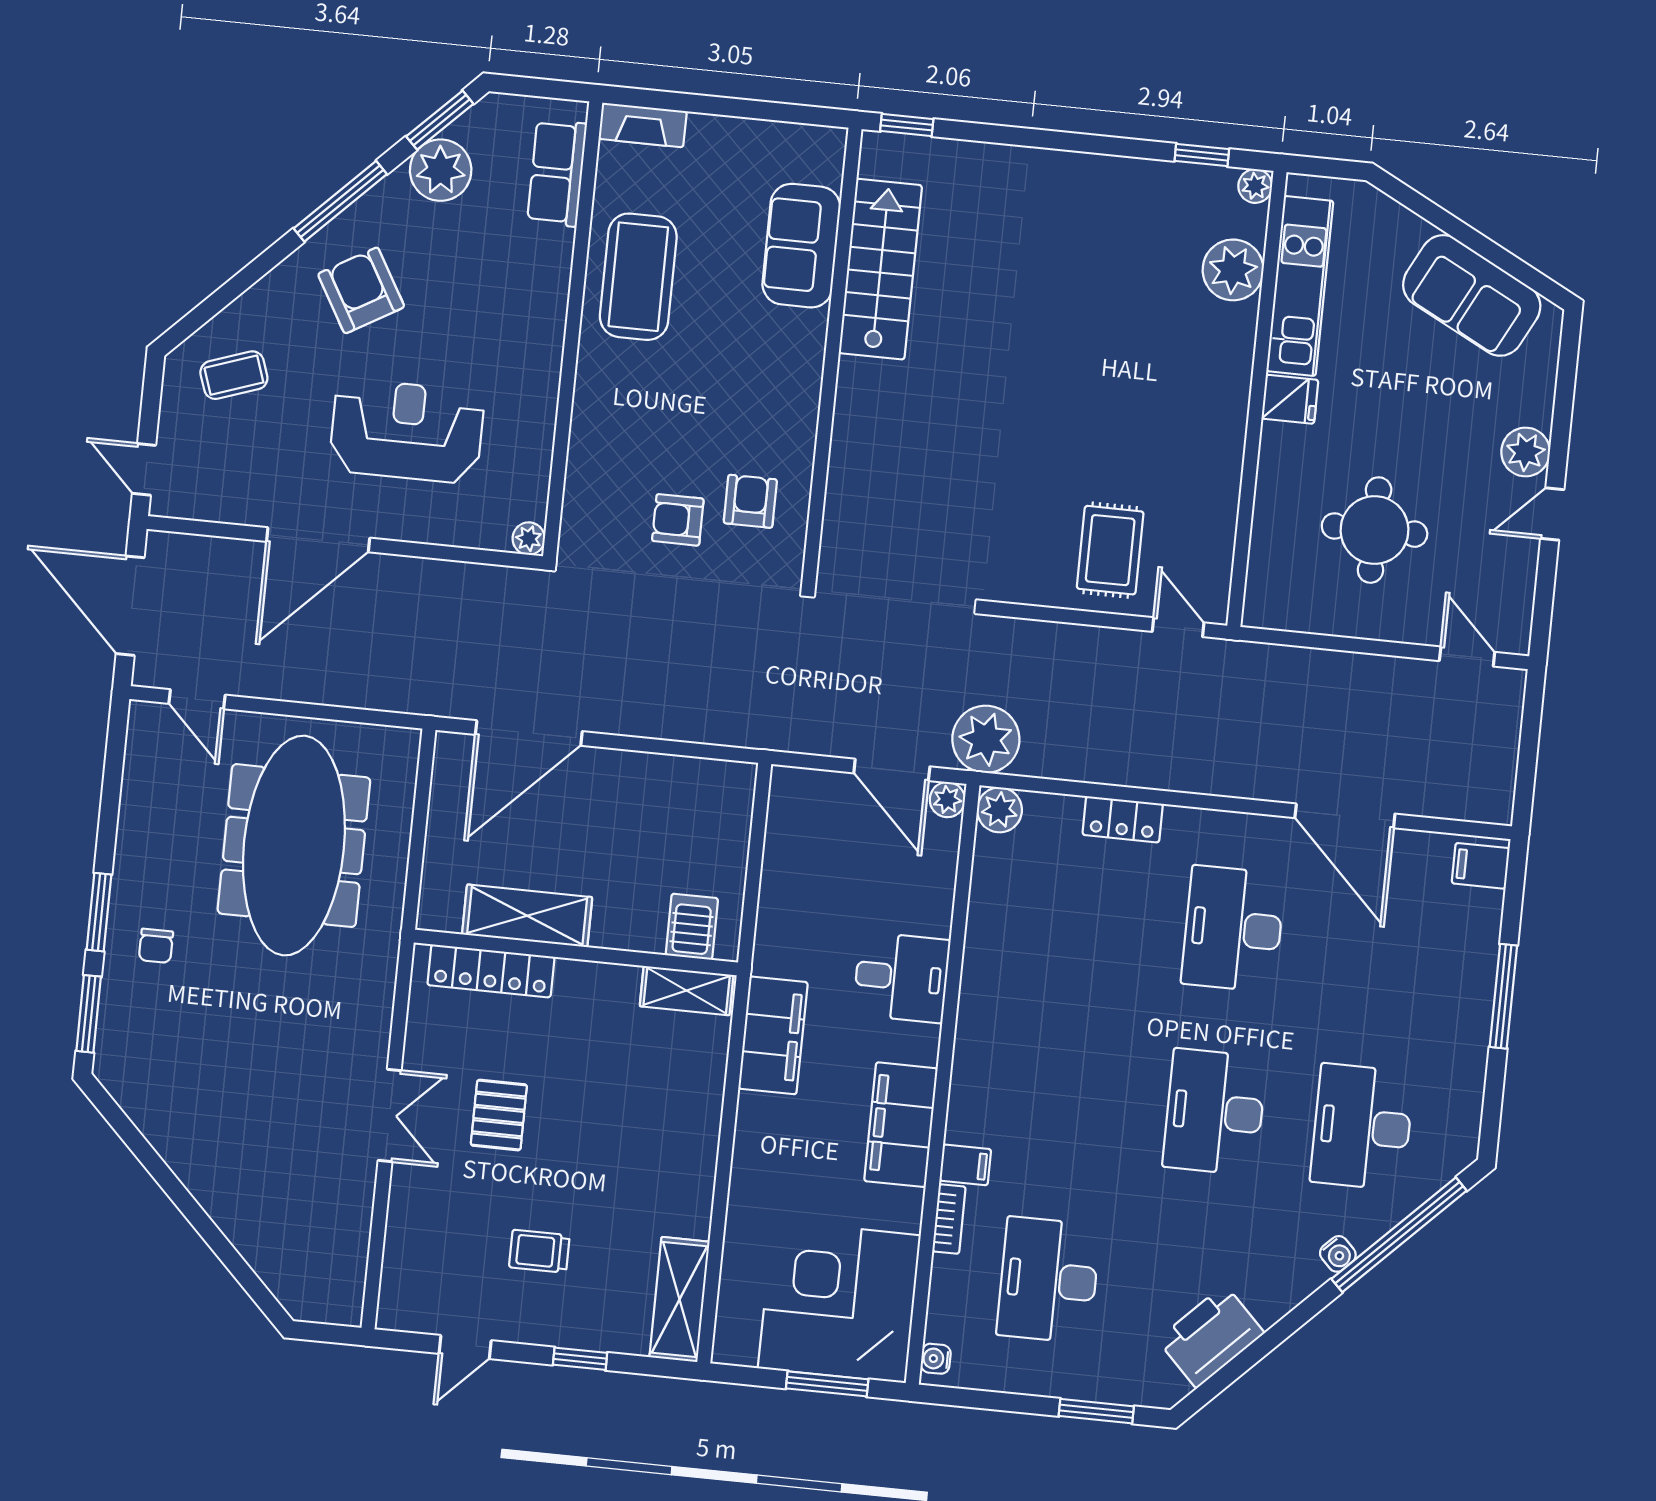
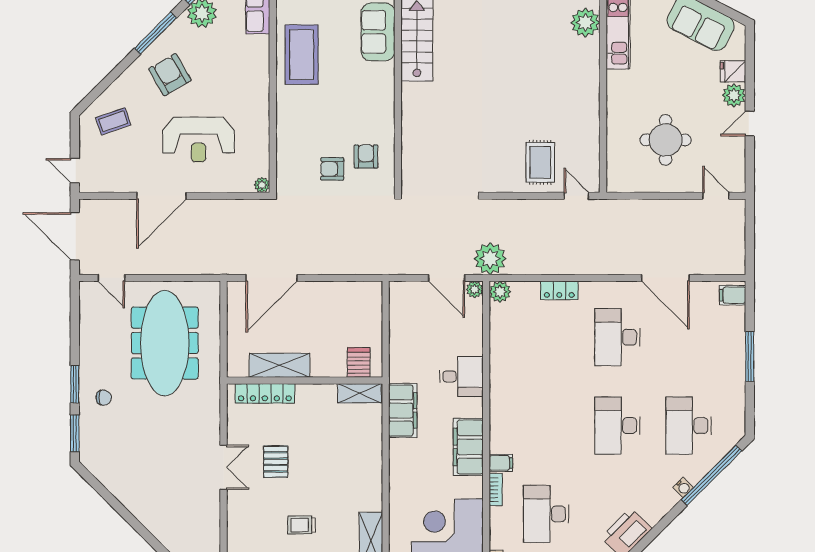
fridge: (1290, 399) -> (733, 71), moved, turned 180
reception desk: (407, 431) -> (198, 140), turned 180
chair: (156, 946) -> (104, 398), turned -90

